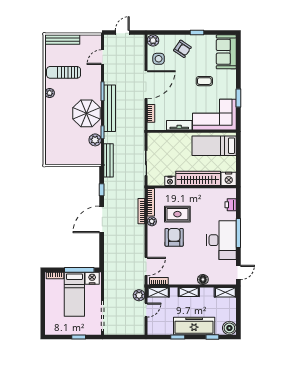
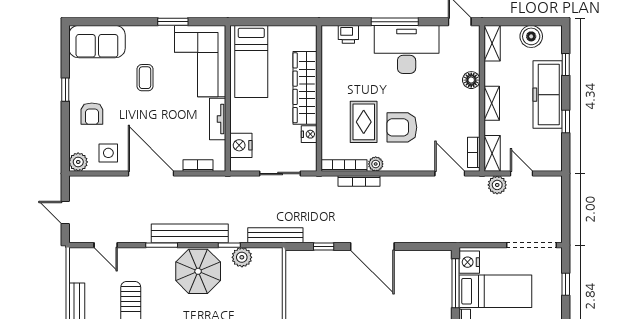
armchair: (182, 49) -> (92, 114), turned 146
nightstand: (229, 179) -> (241, 145), moved, turned 180
boiler: (229, 328) -> (531, 36), moved

